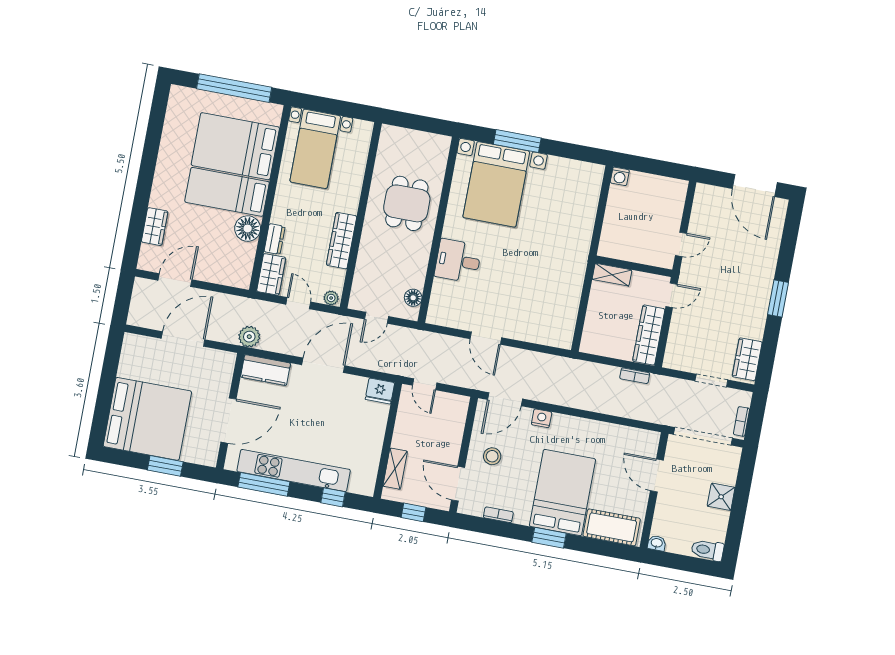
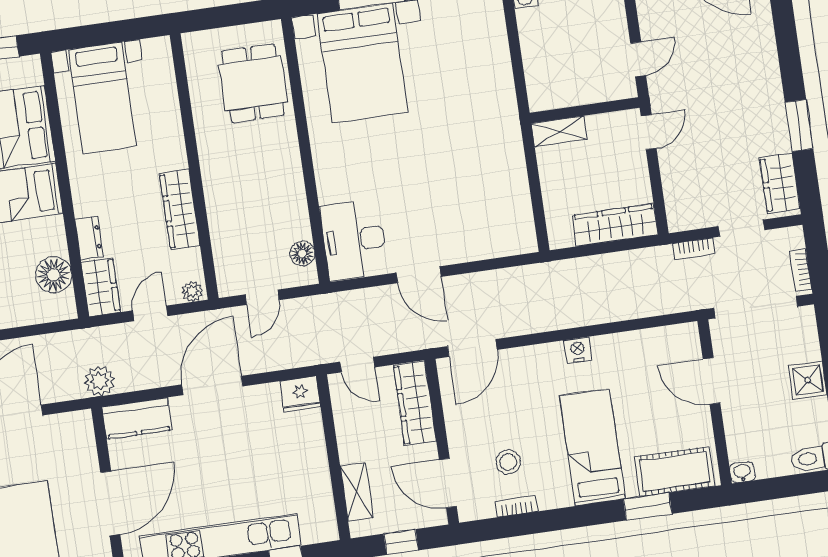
dining table: (407, 203) -> (253, 83), moved
floor lamp: (248, 229) -> (54, 275), moved
desk: (458, 261) -> (354, 240), moved, width x1.37
window: (778, 299) -> (799, 125), moved
door: (298, 303) -> (150, 313), hinge flipped
wardrobe: (649, 335) -> (615, 225), moved, turned 90
bookcase: (635, 376) -> (694, 249), moved
nightstand: (542, 418) -> (578, 350), moved
wardrobe: (454, 423) -> (415, 403), added
stool: (492, 456) -> (508, 462), moved
bed: (562, 493) -> (592, 447), width x0.67
window: (549, 538) -> (648, 507), moved

